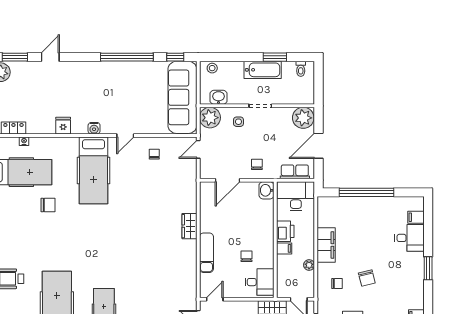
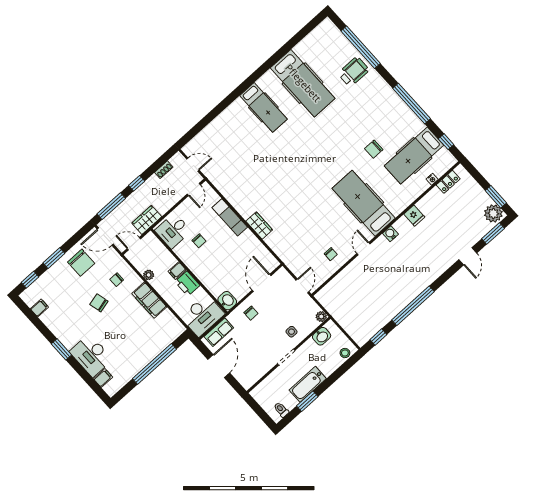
sofa: (182, 97) -> (347, 313), removed
plant: (210, 118) -> (321, 317), width x0.53, depth x0.53
plant: (303, 118) -> (248, 376), removed
desk: (409, 238) -> (91, 355), width x1.37

